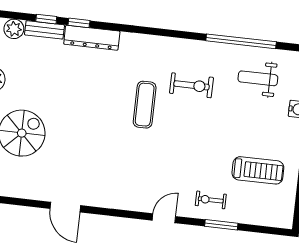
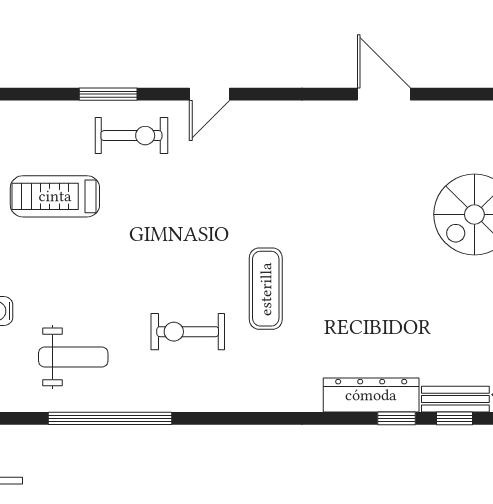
exercise bike: (211, 200) -> (131, 136), width x1.38, depth x1.39

